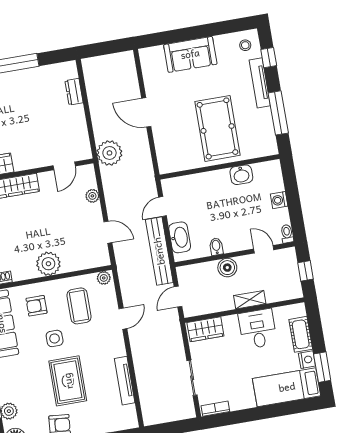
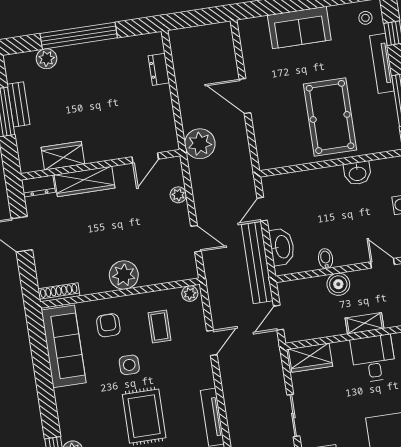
armchair: (36, 306) -> (108, 325), turned 90
coffee table: (79, 306) -> (159, 327), width x0.73, depth x0.77

